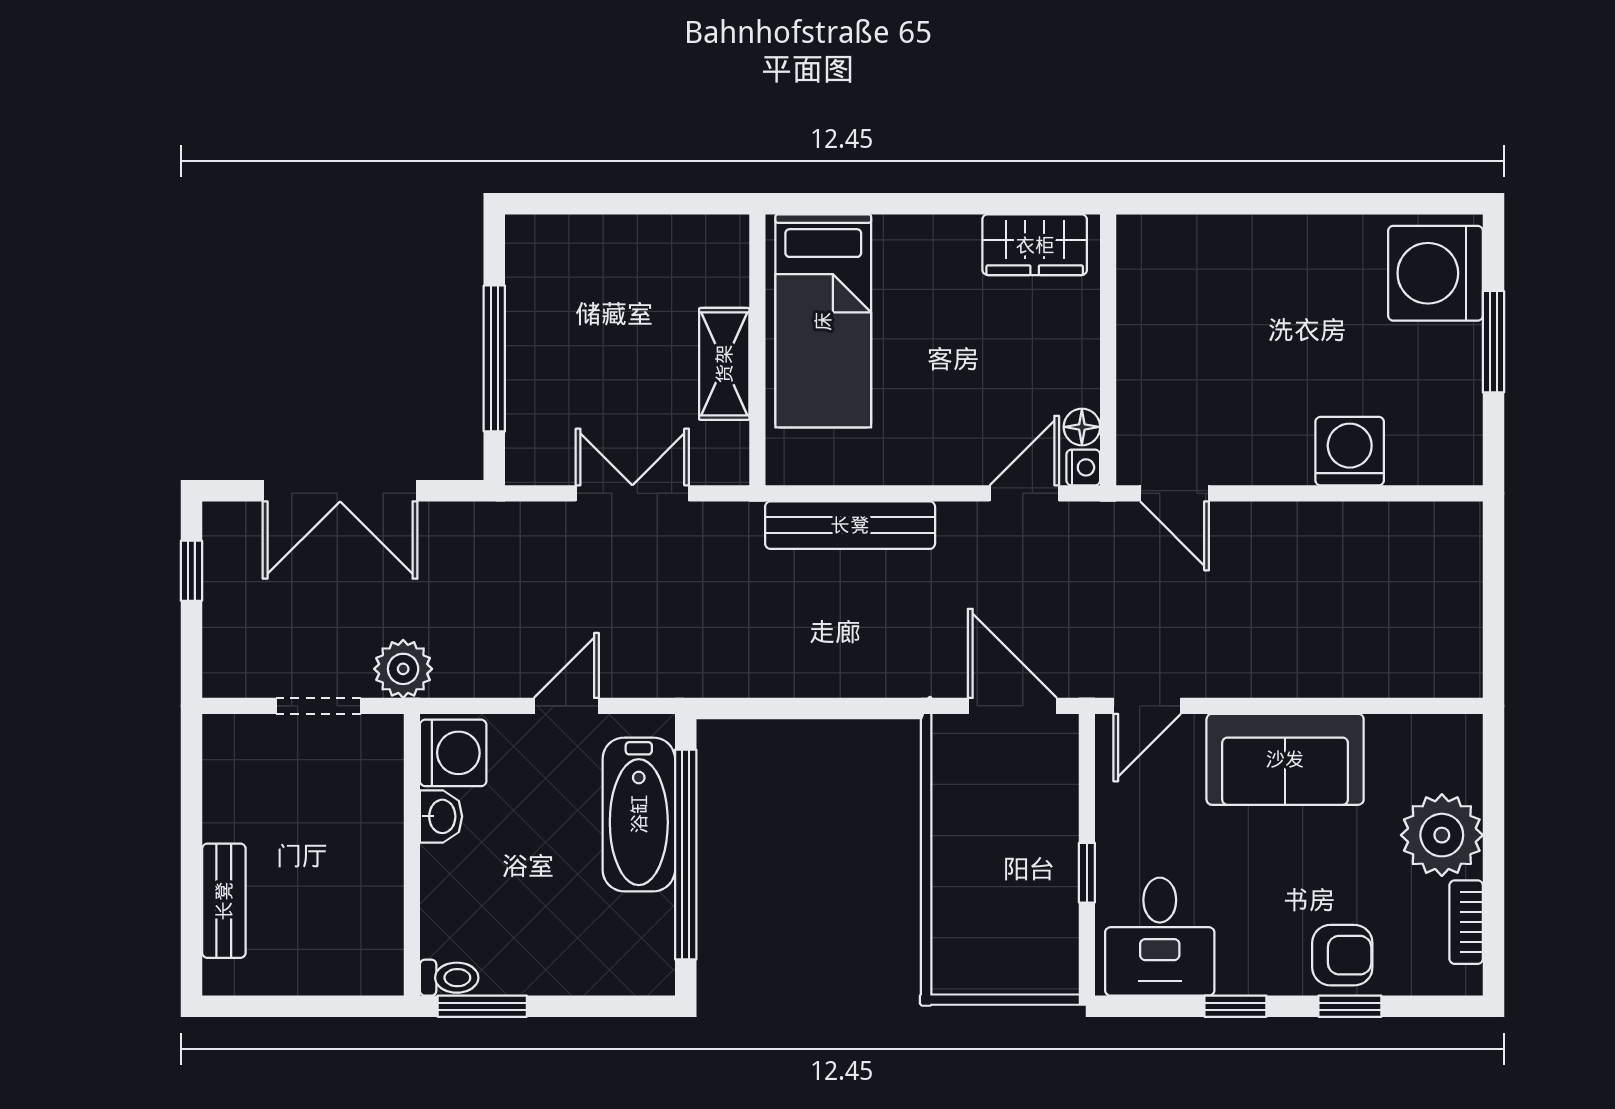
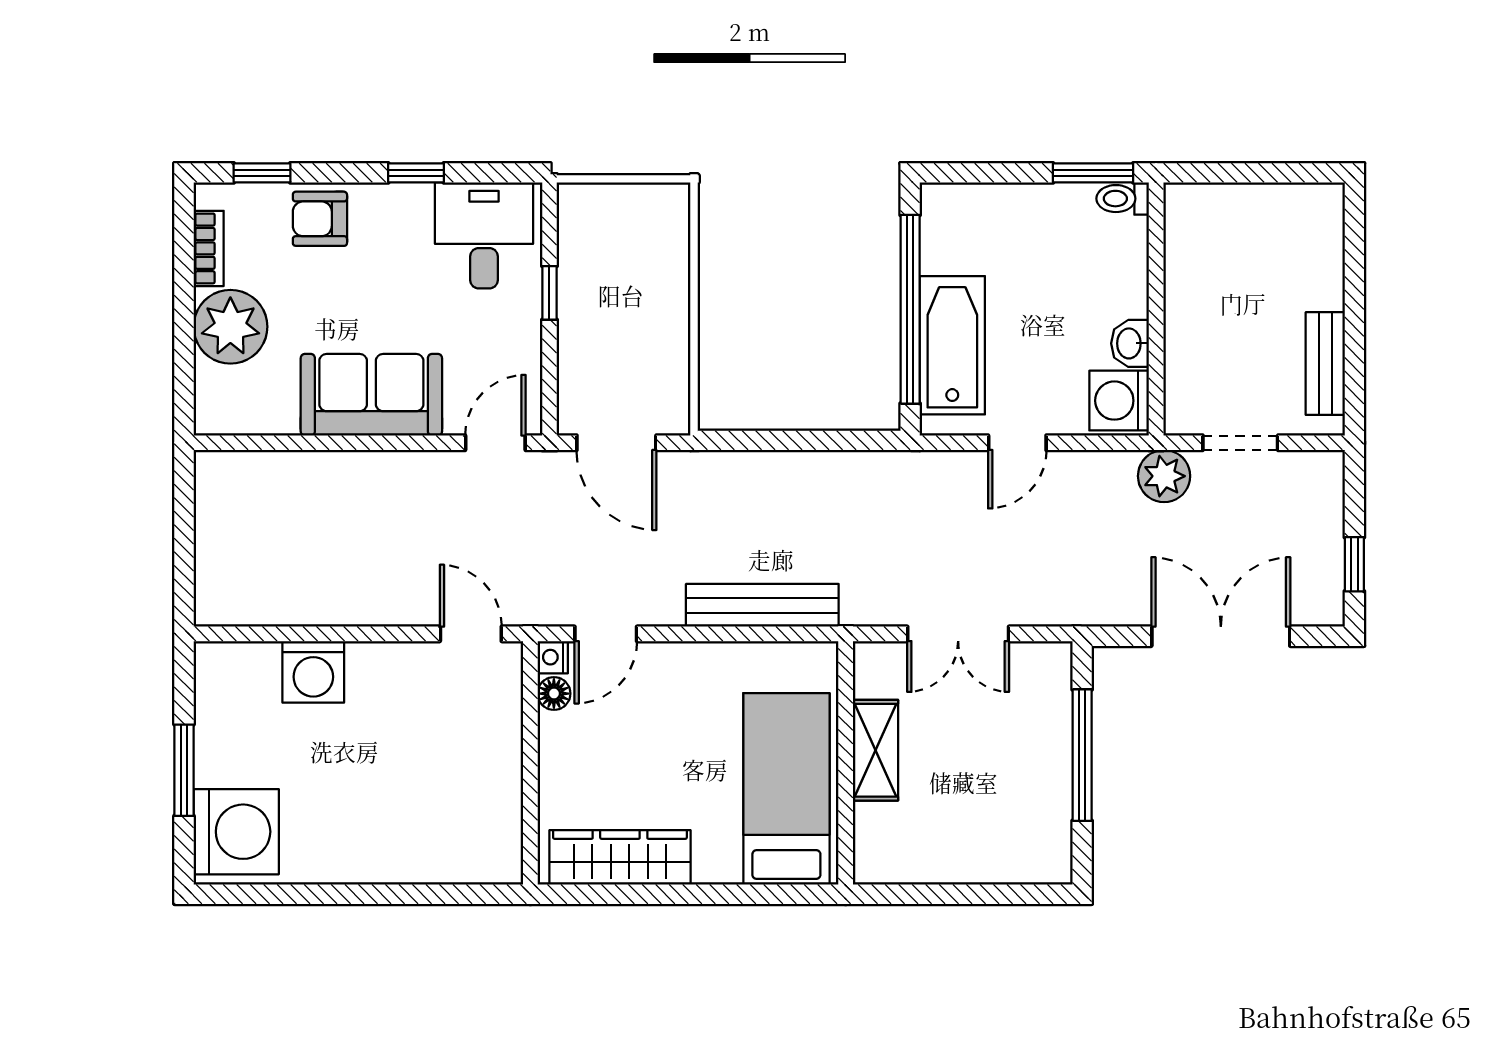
wardrobe: (1035, 245) -> (620, 857), width x1.50
bench: (224, 901) -> (1325, 364), moved
window: (1350, 1006) -> (262, 173), moved

